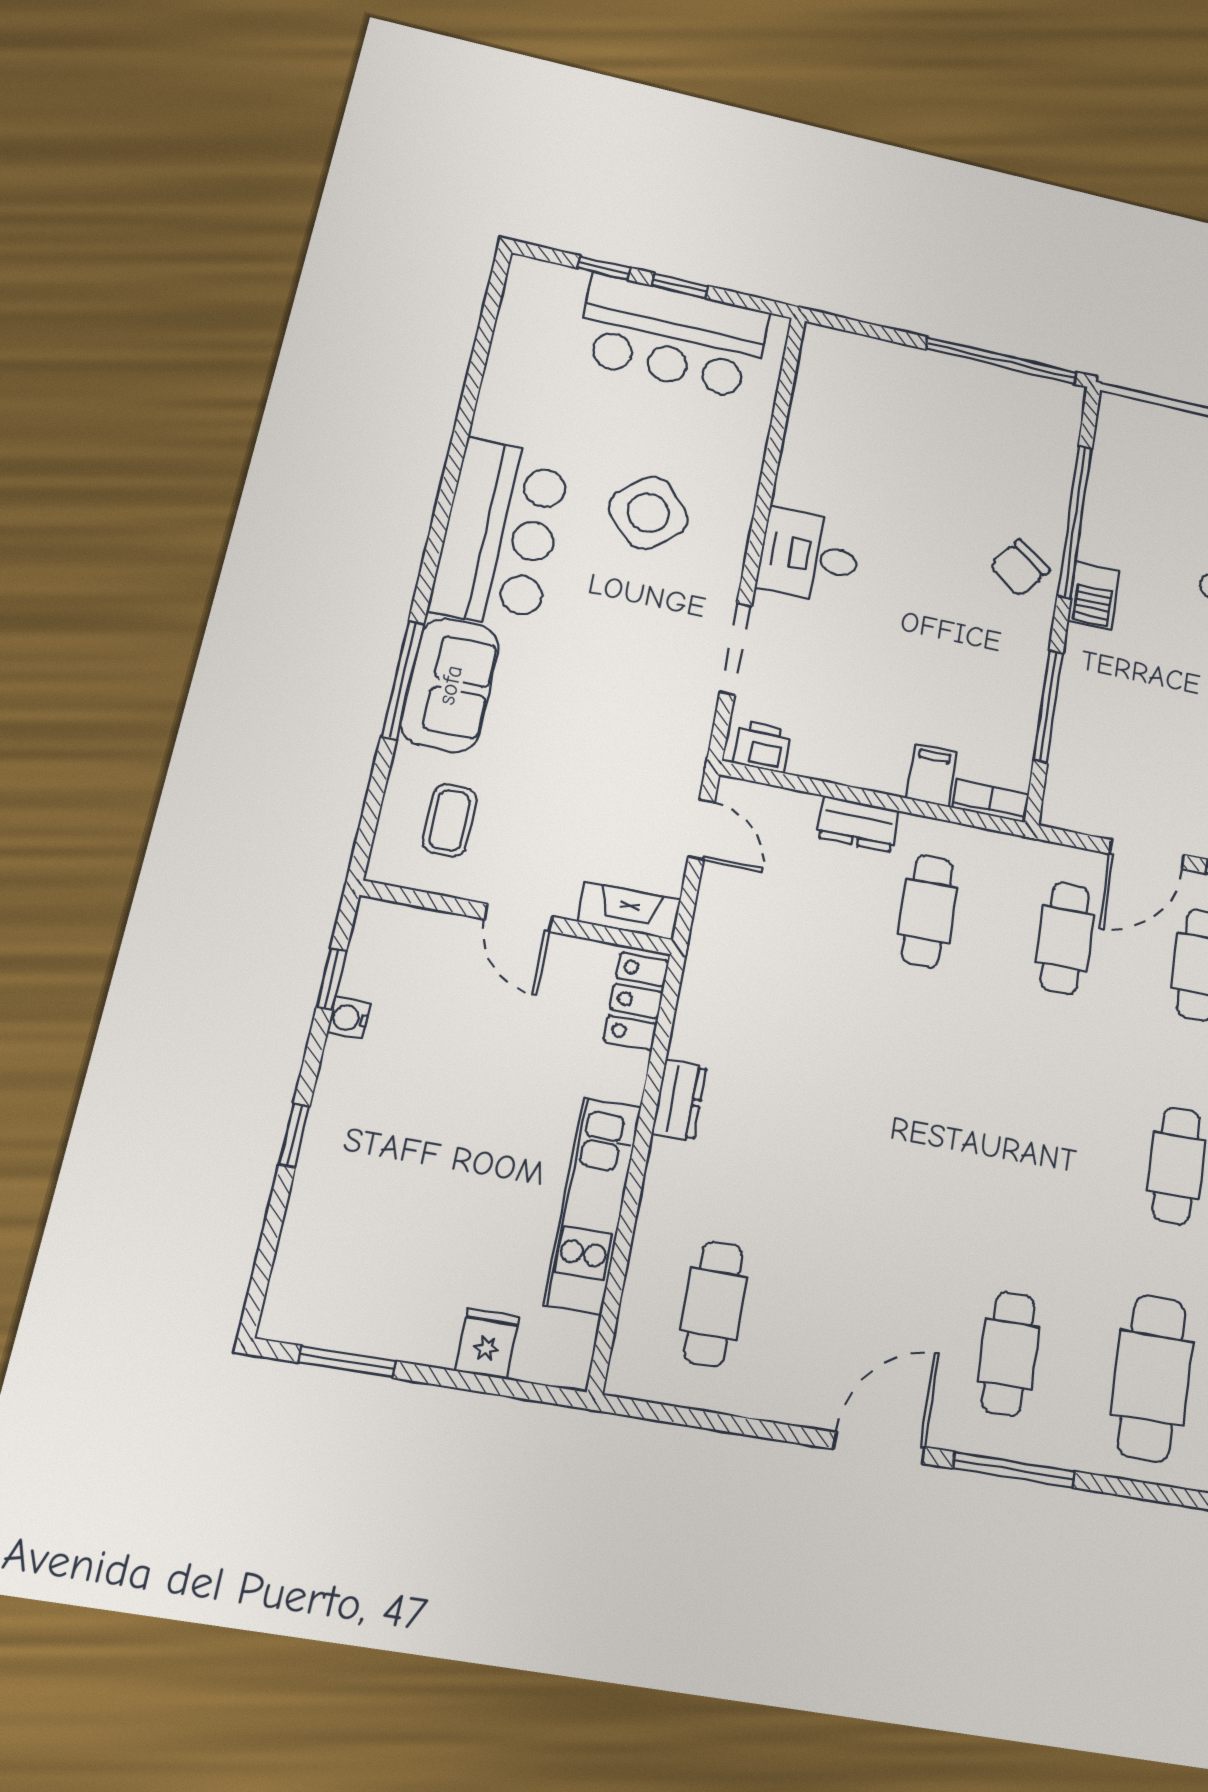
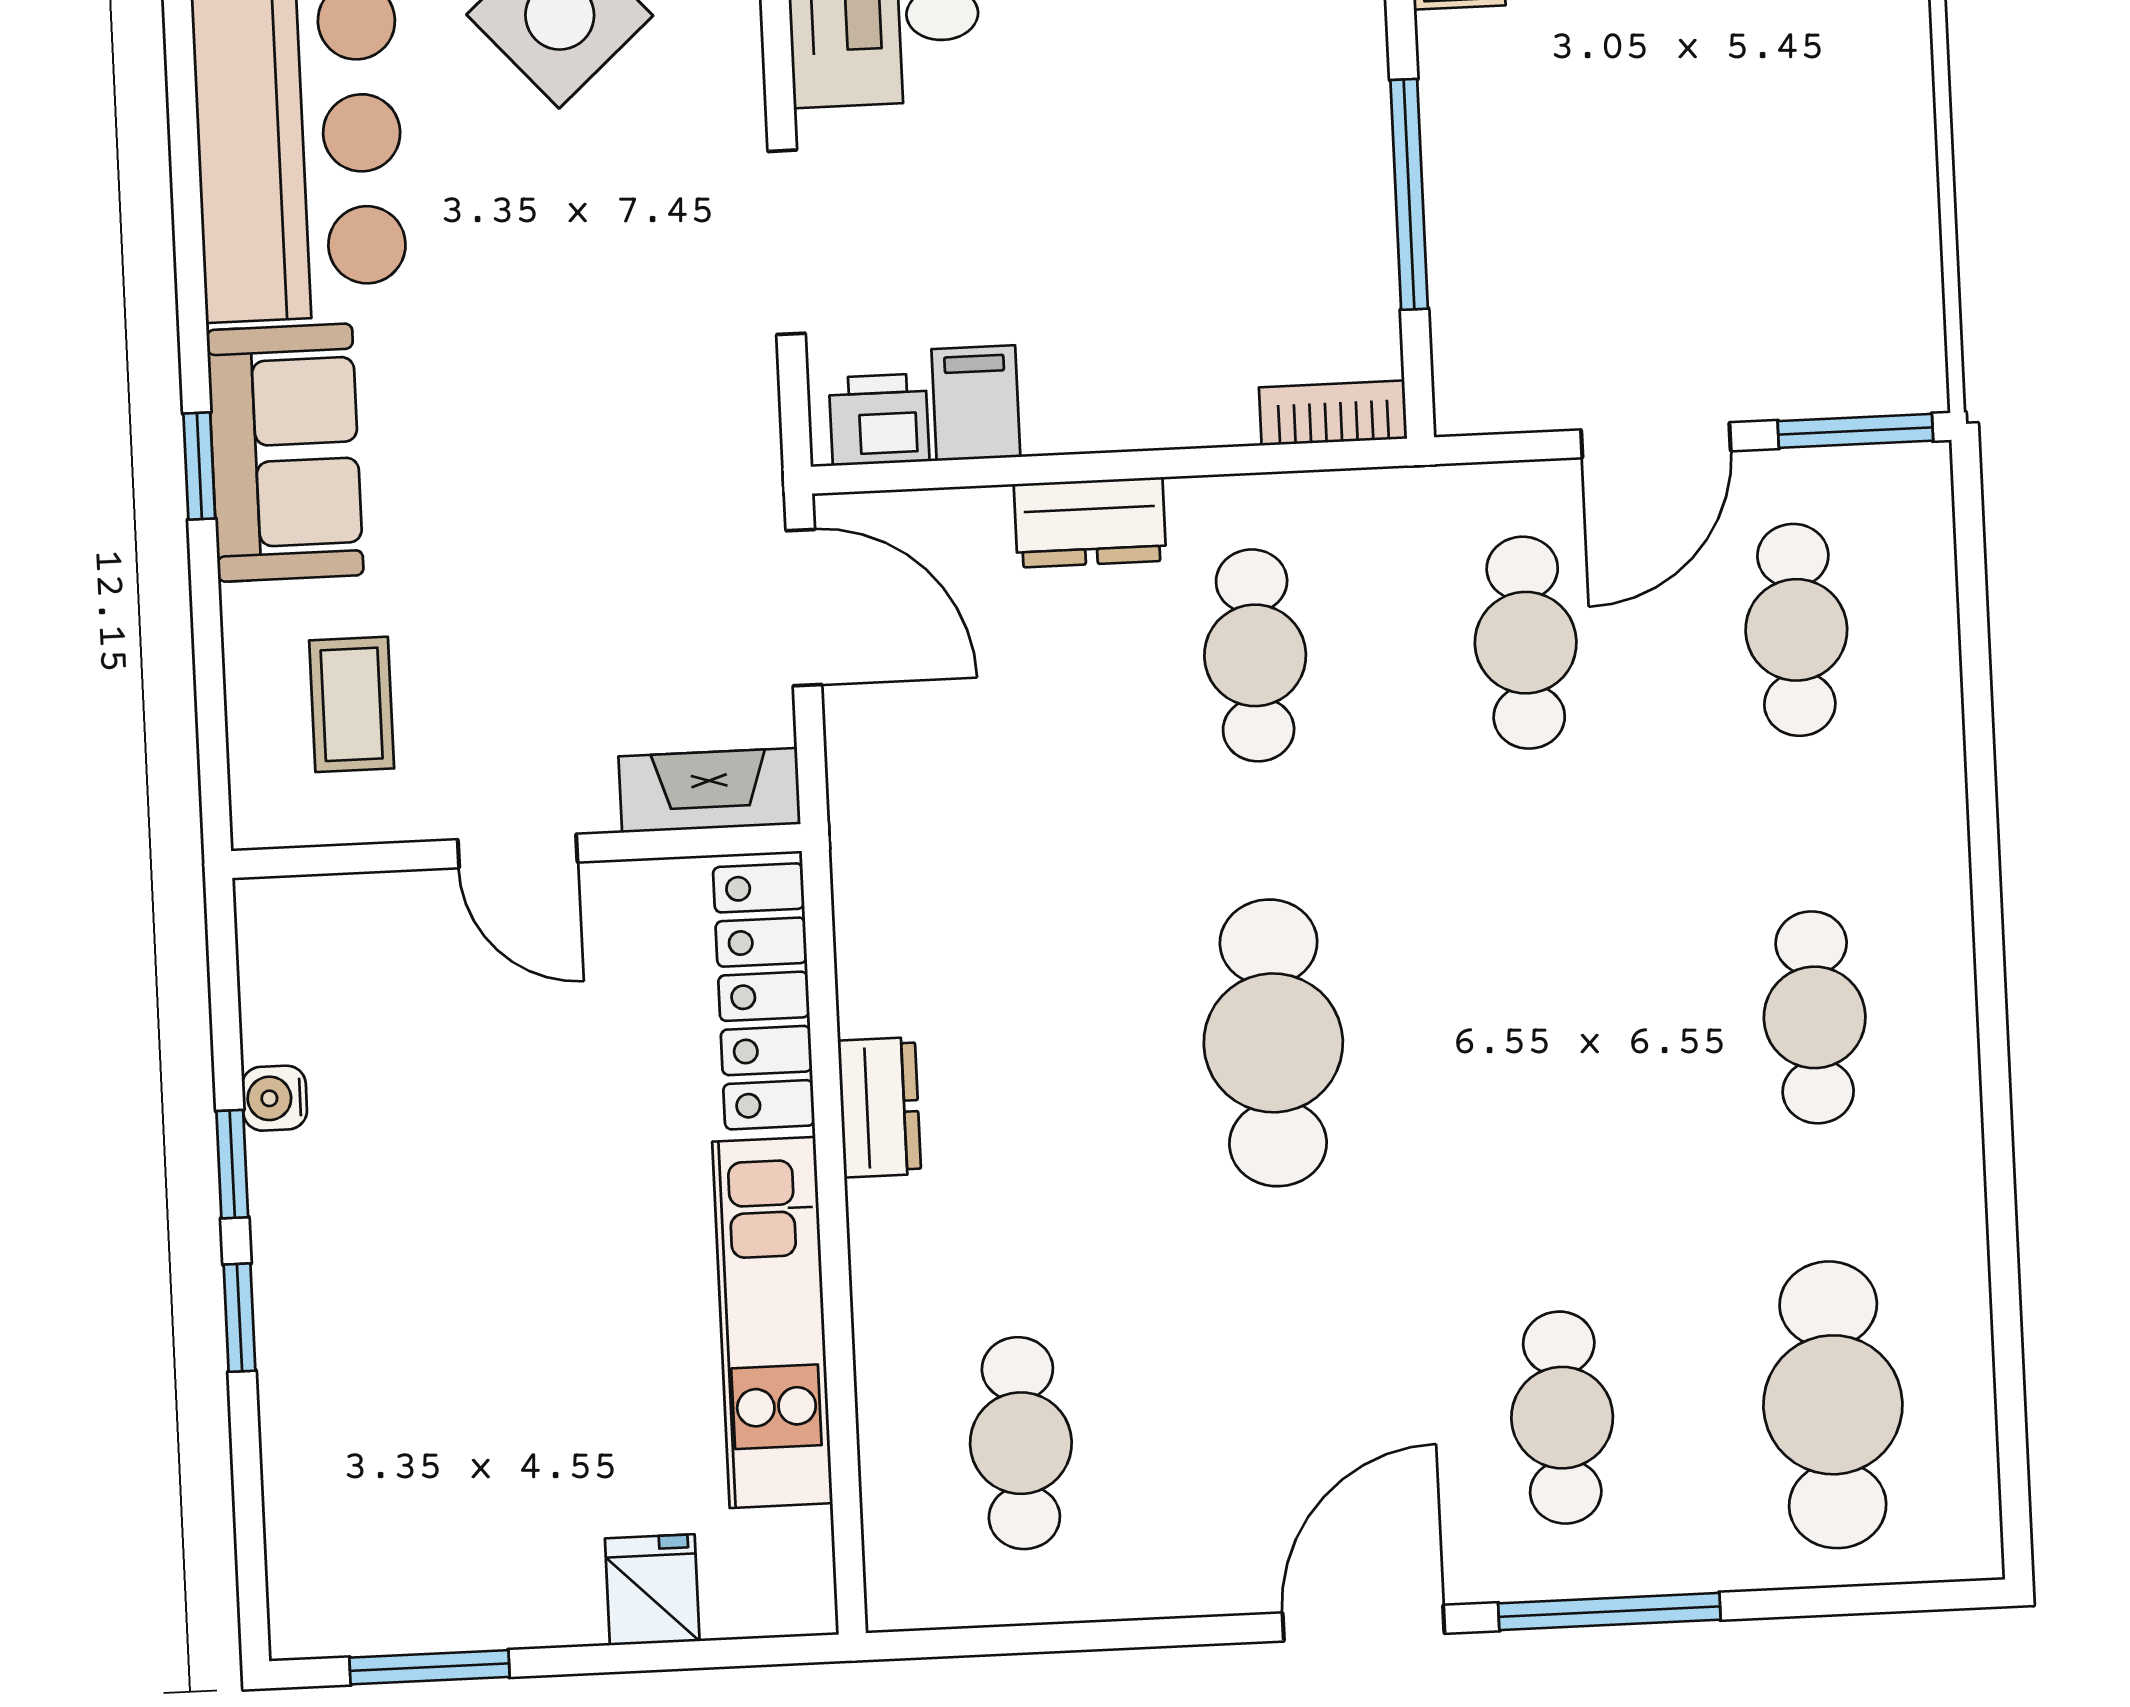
window: (403, 680) -> (199, 466), width x0.46
filing cabinet: (932, 775) -> (976, 403), moved
door: (701, 830) -> (804, 608), width x1.38
window: (331, 979) -> (232, 1164), moved
locker: (636, 1001) -> (764, 996), width x1.53
cafe table: (896, 1114) -> (1273, 1043), added

